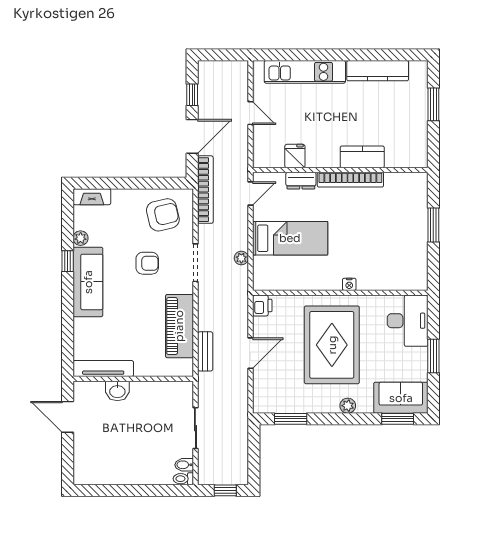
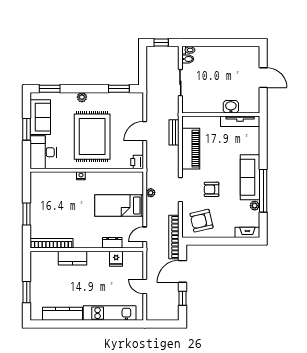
bookcase: (350, 180) -> (51, 243), moved
window: (68, 261) -> (263, 191), width x3.17
sofa: (401, 398) -> (40, 117), moved, turned -90
door: (68, 417) -> (263, 78), moved

